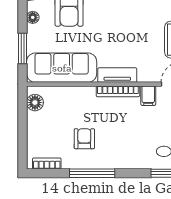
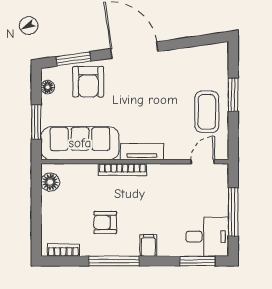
bookcase: (118, 91) -> (122, 170), moved
filing cabinet: (148, 96) -> (148, 245), moved, turned 180
armchair: (84, 139) -> (105, 222), turned -90

